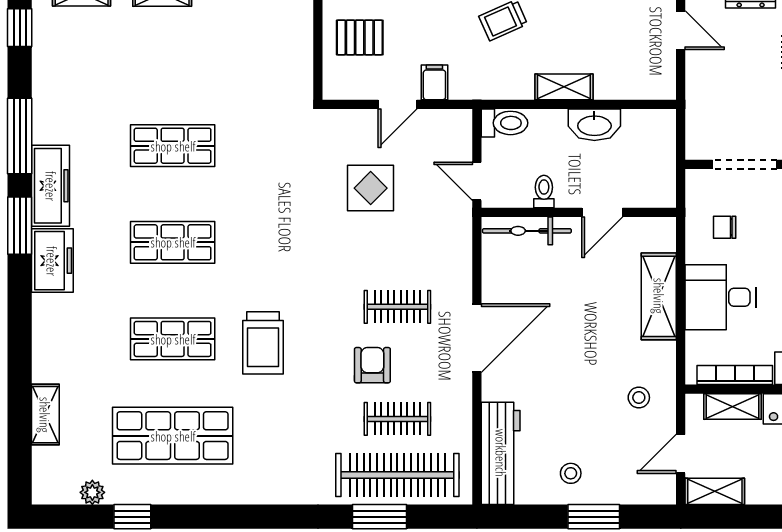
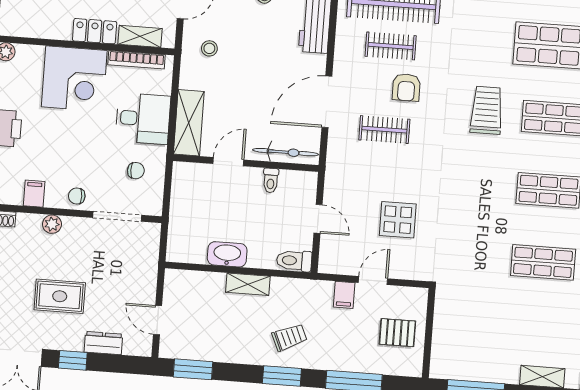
toilet: (544, 192) -> (271, 181), moved
wall: (579, 212) -> (246, 163), moved
door: (602, 212) -> (228, 162), moved
bicycle: (527, 231) -> (286, 152), moved

